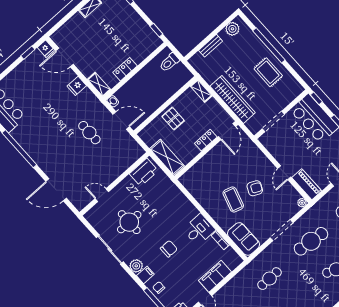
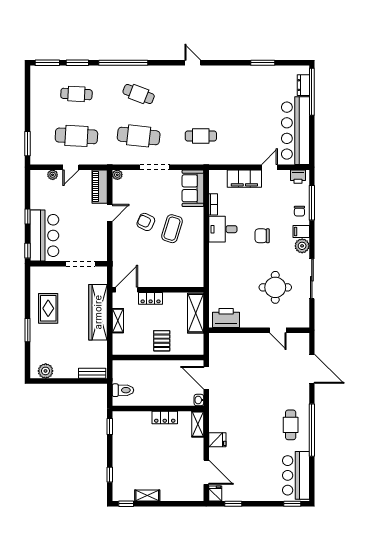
window: (269, 45) -> (28, 330), width x0.47
bench: (211, 46) -> (92, 373), moved
shelving: (201, 91) -> (118, 321), moved
cafe table: (89, 133) -> (291, 425), moved

